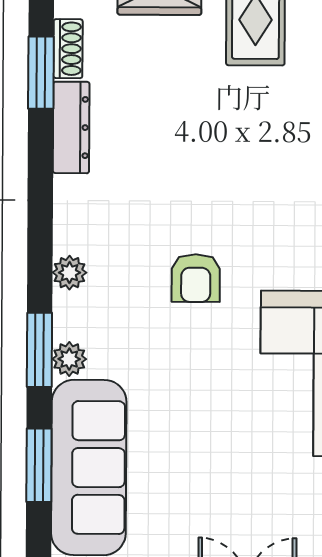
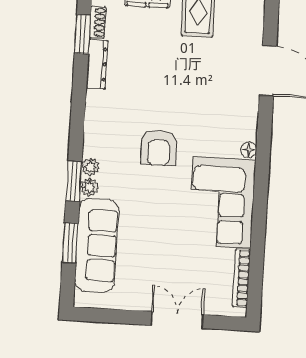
plant: (70, 273) -> (90, 167), moved
armchair: (196, 278) -> (159, 148), width x1.38, depth x1.38

